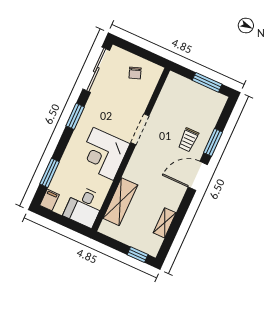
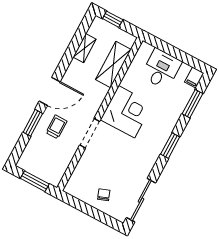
window: (75, 116) -> (170, 146), moved
doorway: (140, 129) -> (90, 133), moved
wall: (131, 150) -> (100, 114), moved
corner desk: (103, 154) -> (127, 112), moved
shelving: (120, 202) -> (113, 65), moved

